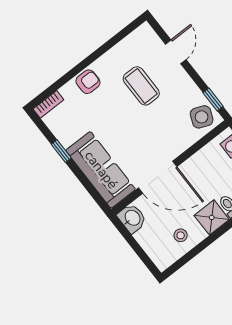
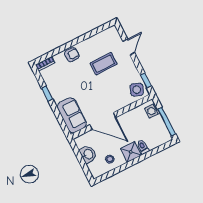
coffee table: (141, 86) -> (104, 64), turned 90
sofa: (101, 170) -> (72, 115), width x0.73
washbasin: (132, 218) -> (88, 154), moved

